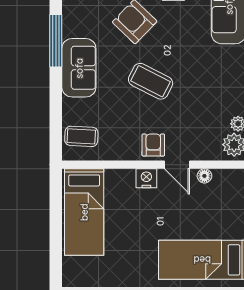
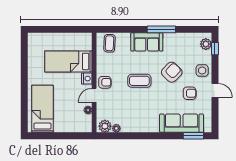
coffee table: (151, 81) -> (139, 81), turned 63
bed: (84, 212) -> (68, 61), moved

